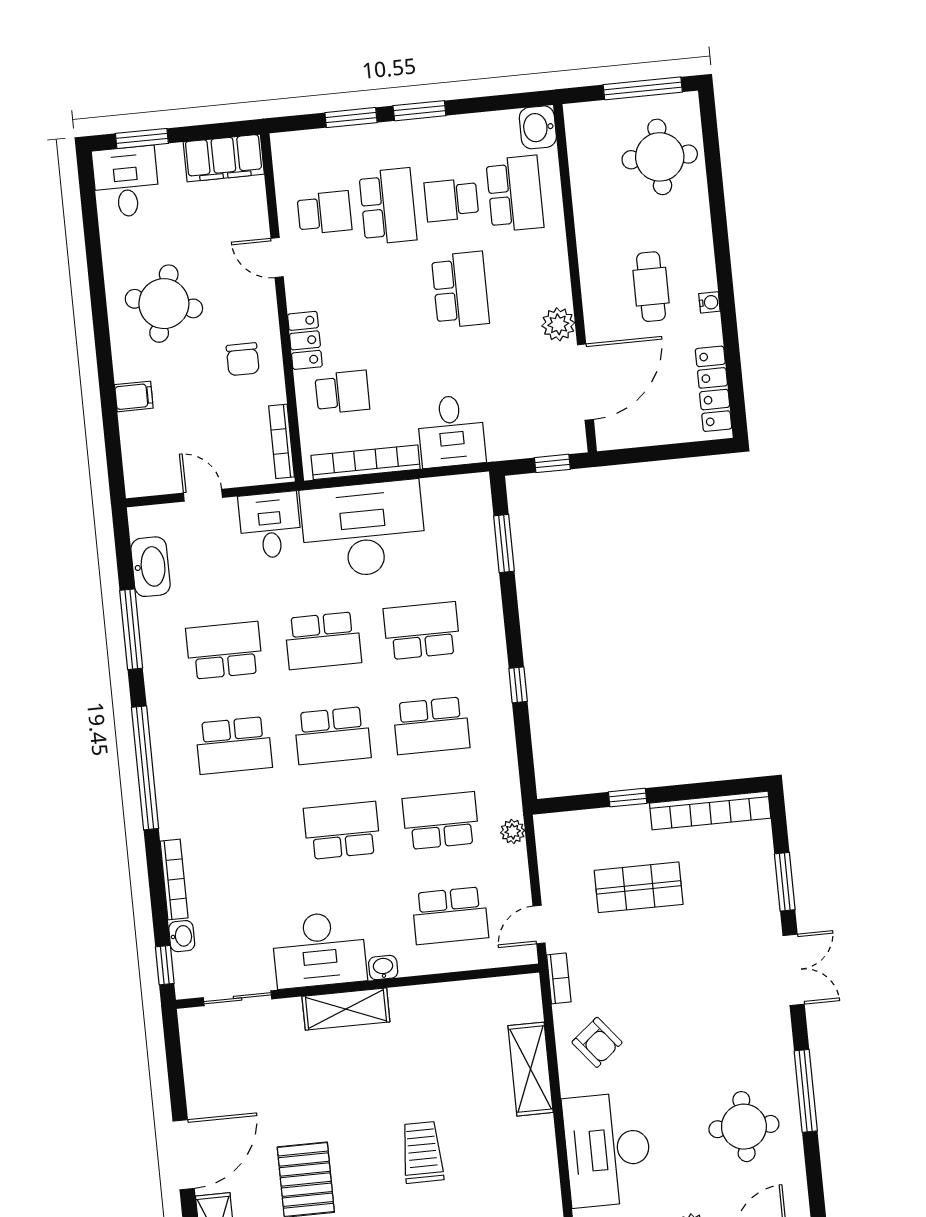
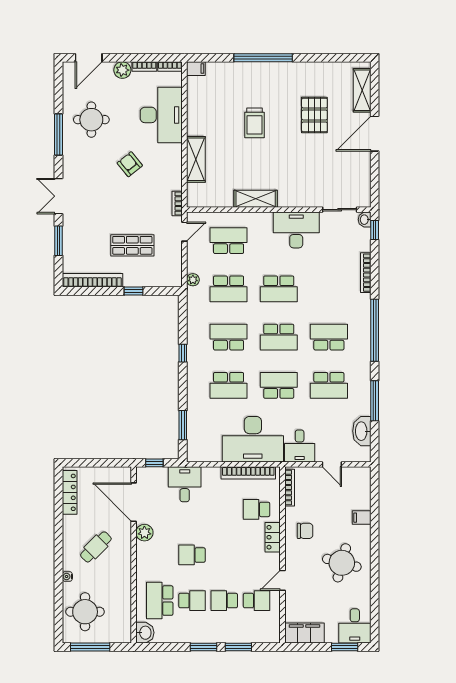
school desk: (388, 206) -> (224, 601), width x0.54
school desk: (324, 213) -> (257, 601), turned 180
door: (277, 258) -> (283, 580), swing flipped
cafe table: (651, 287) -> (96, 547), turned 45
school desk: (460, 290) -> (192, 555), width x0.54
water cooler: (709, 302) -> (67, 576), moved
chair: (243, 359) -> (305, 531), turned 90
door: (585, 382) -> (134, 502), hinge flipped
desk: (451, 431) -> (185, 484), moved
school desk: (332, 736) -> (279, 337), turned 180
washbasin: (182, 936) -> (365, 220), moved
washbasin: (383, 968) -> (265, 218), removed
shelving: (346, 1009) -> (256, 199), moved
armchair: (597, 1042) -> (130, 164), moved

